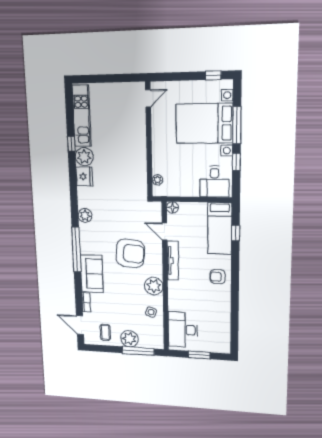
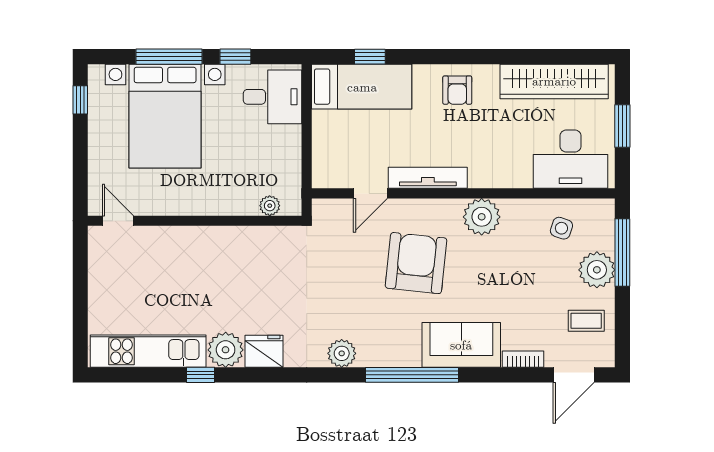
floor lamp: (172, 208) -> (323, 177), removed
side table: (151, 312) -> (561, 228), moved
wardrobe: (222, 324) -> (554, 81), added

